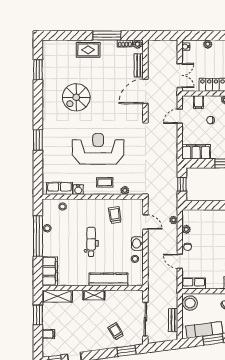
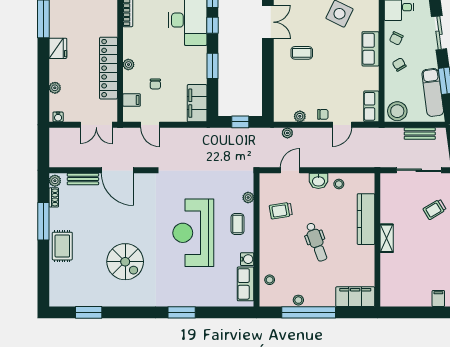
double door: (180, 76) -> (96, 125), swing flipped
dental chair: (91, 242) -> (316, 242), turned -110
shelving: (57, 296) -> (388, 287), removed
window: (38, 315) -> (413, 312), removed

